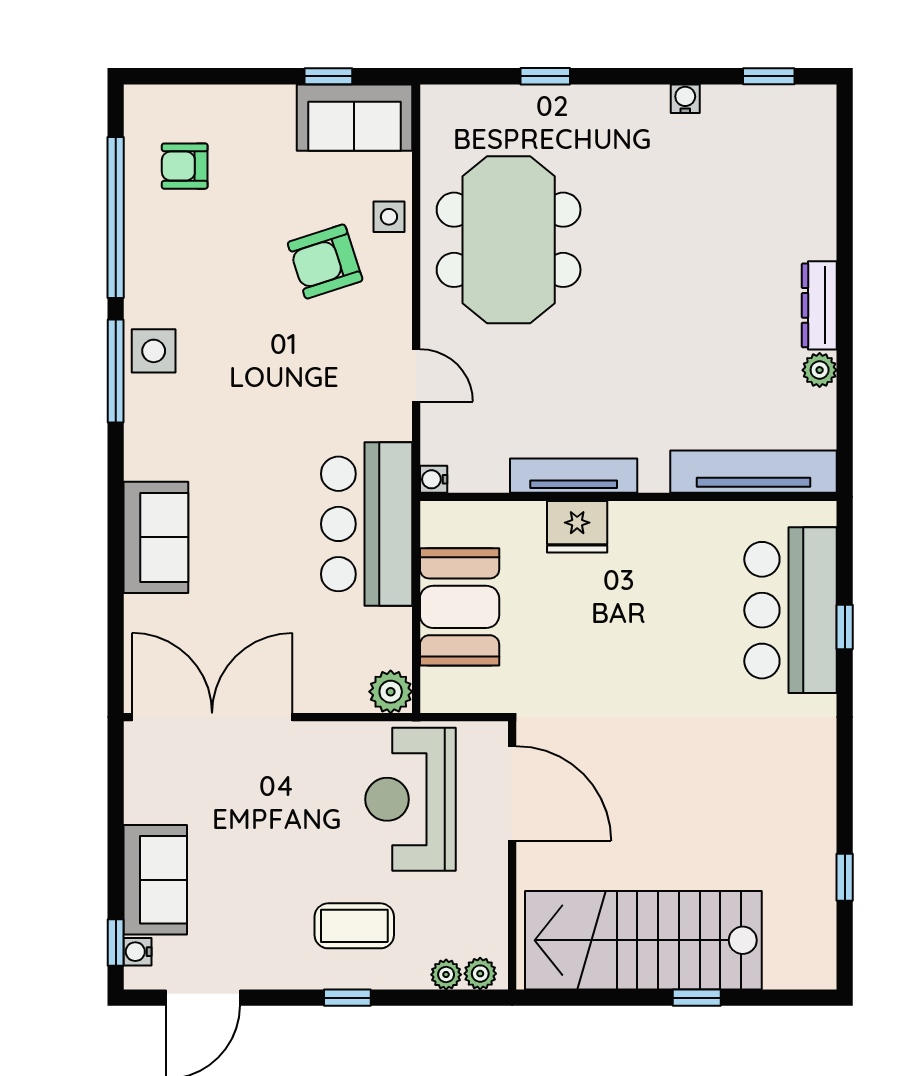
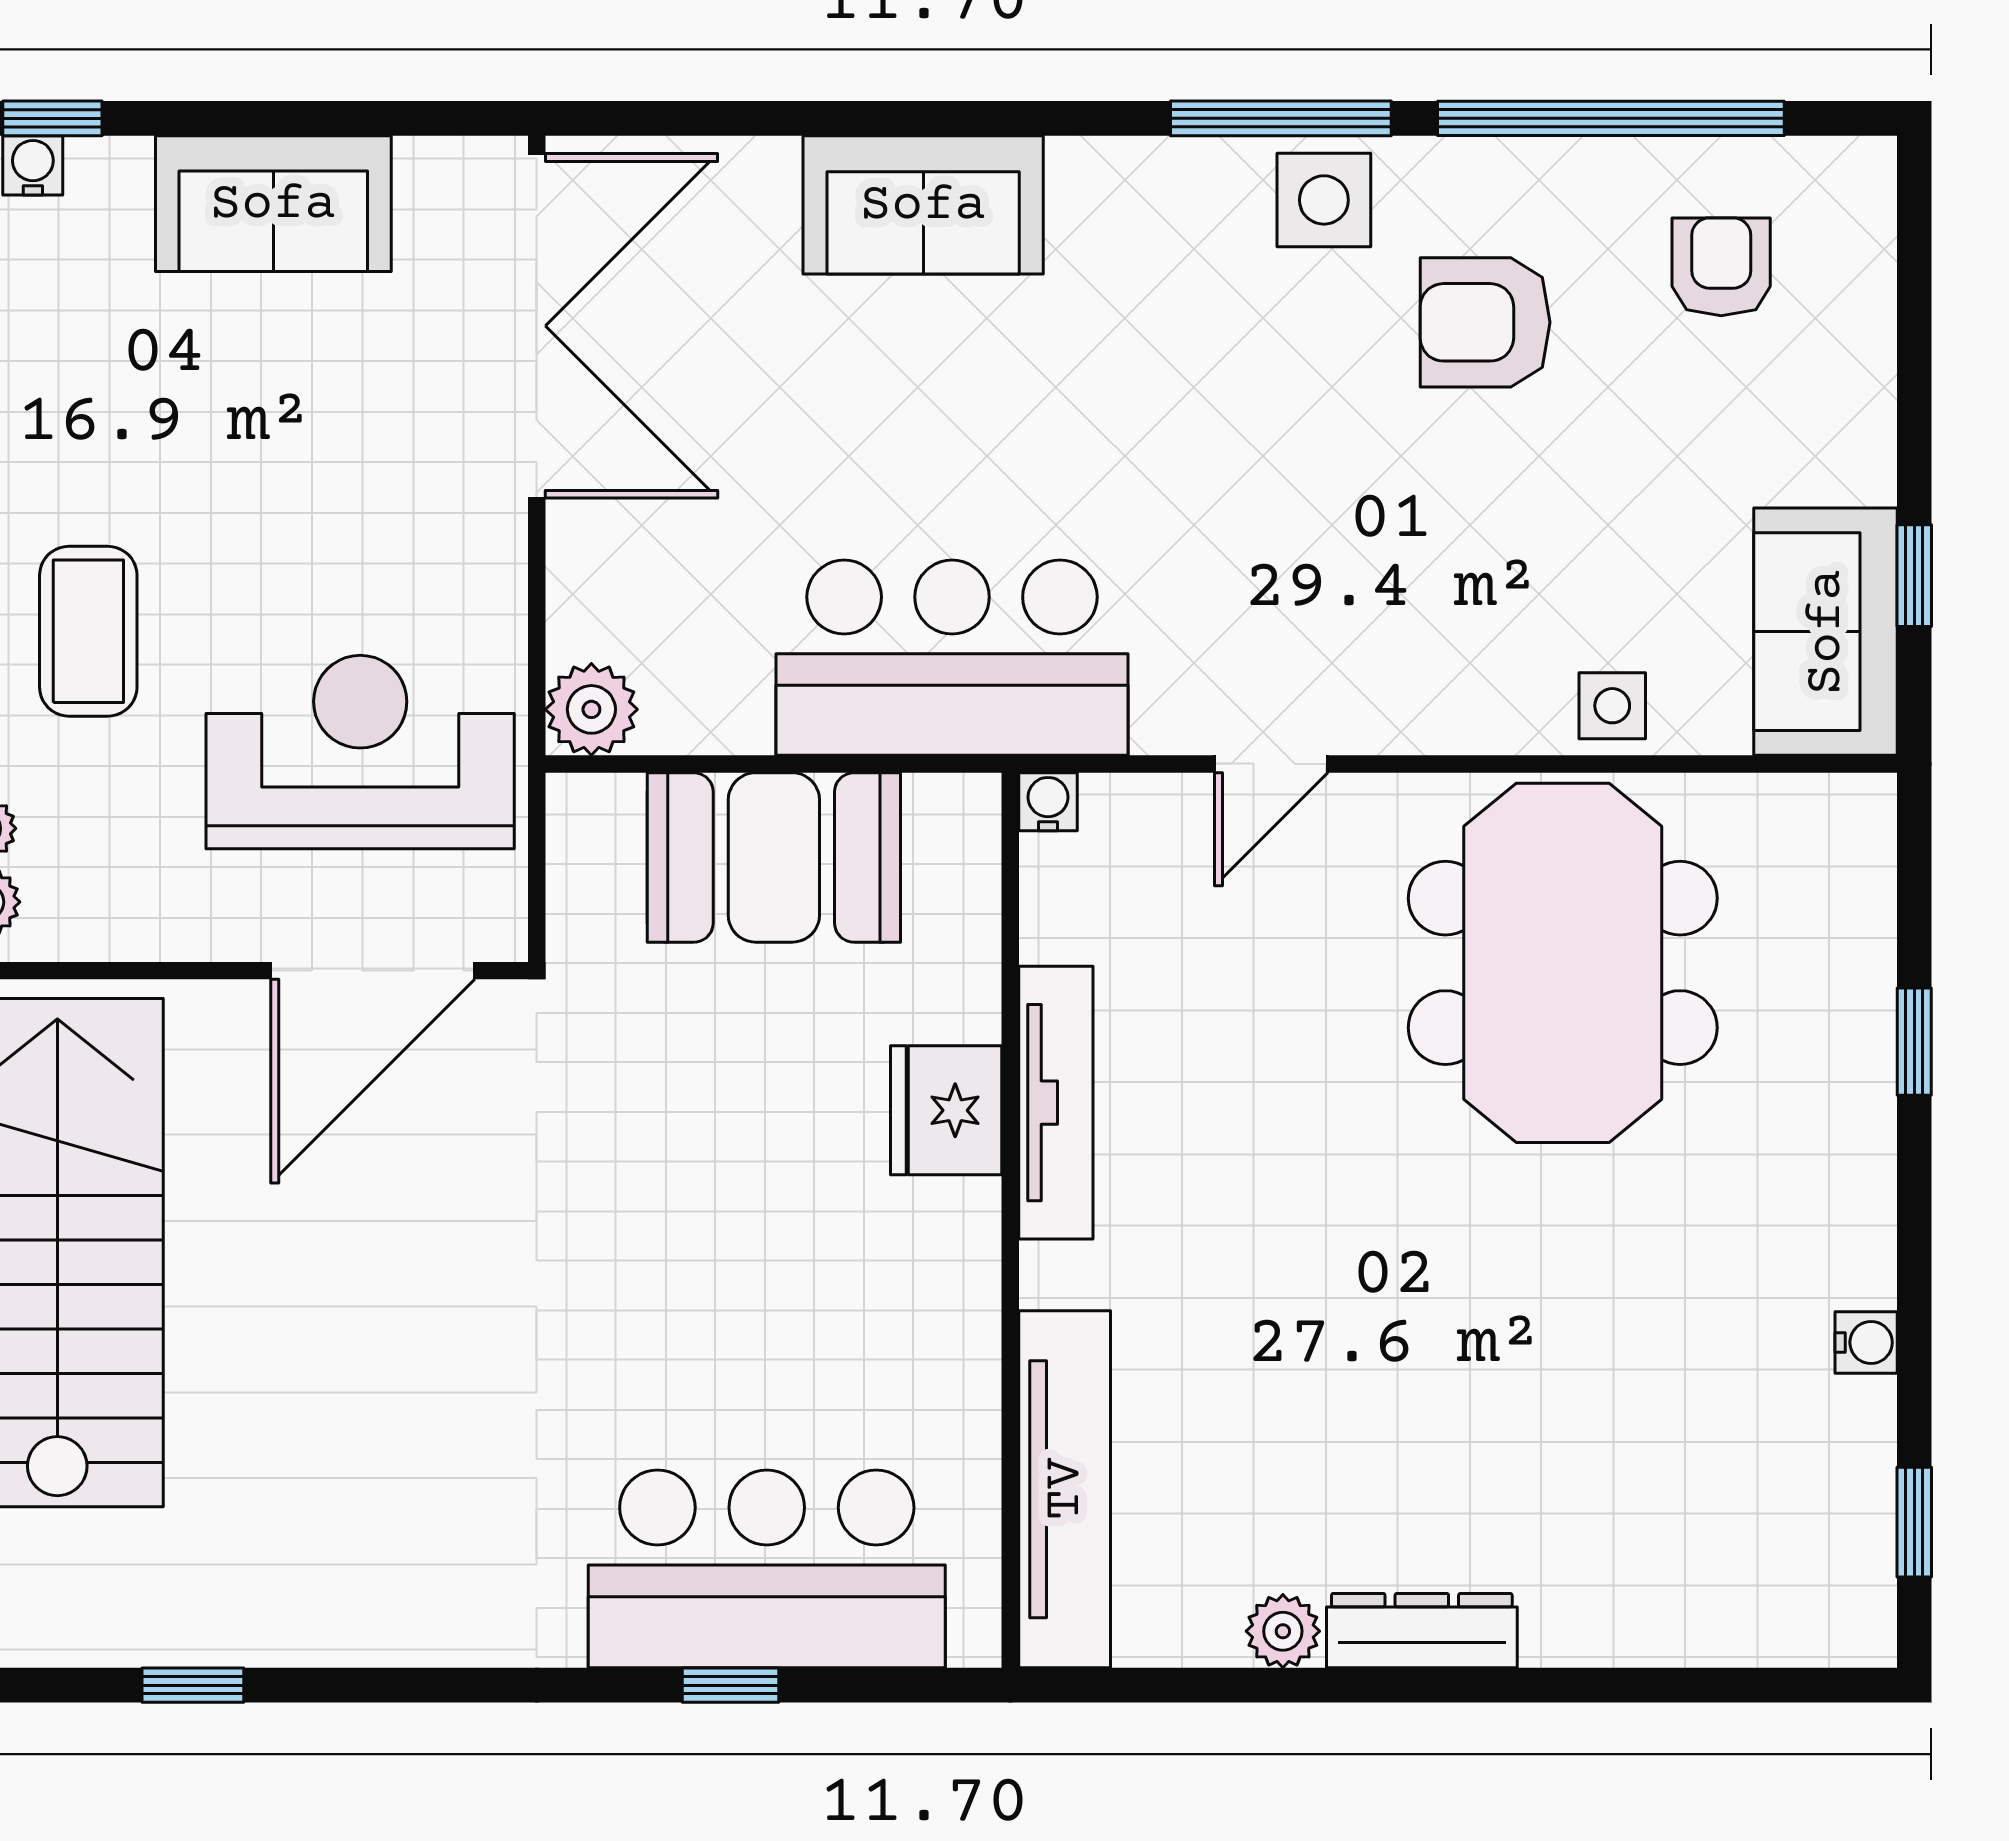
meeting table: (509, 240) -> (1563, 963), turned 90
armchair: (325, 261) -> (1485, 322), moved, turned -72
sofa: (155, 880) -> (273, 204), moved

